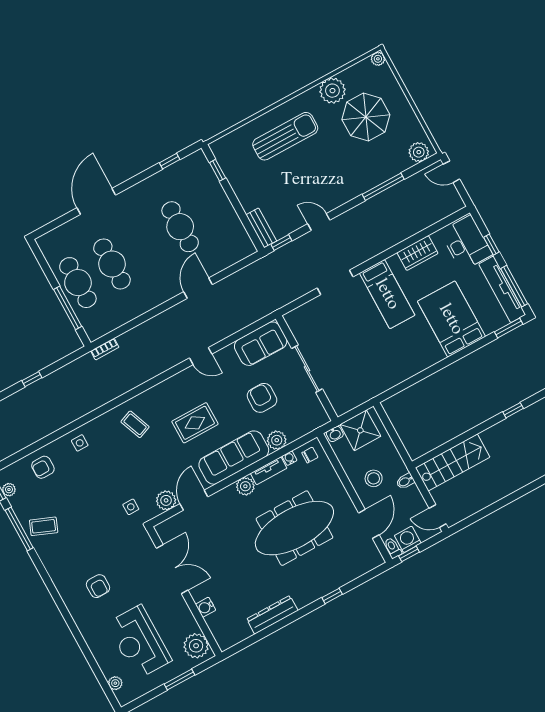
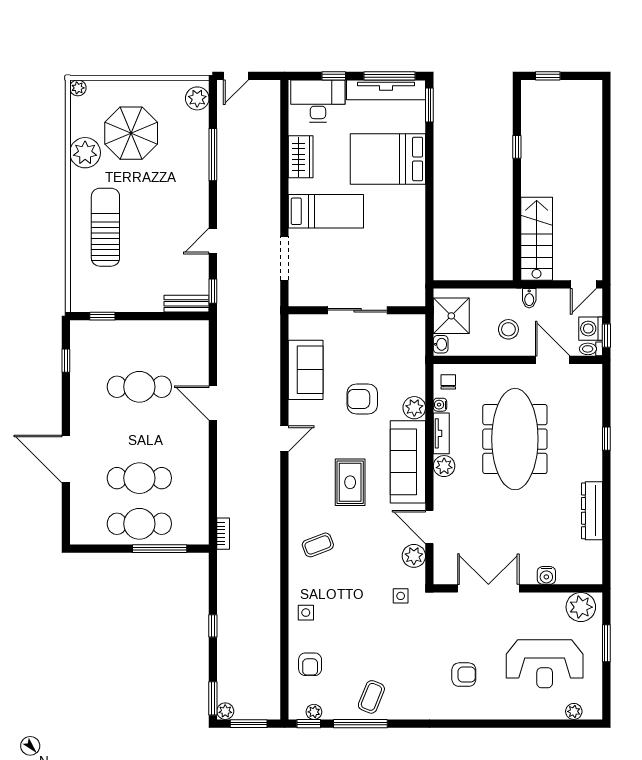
wall: (307, 368) -> (357, 310), moved
sliding door: (307, 369) -> (358, 310), moved

